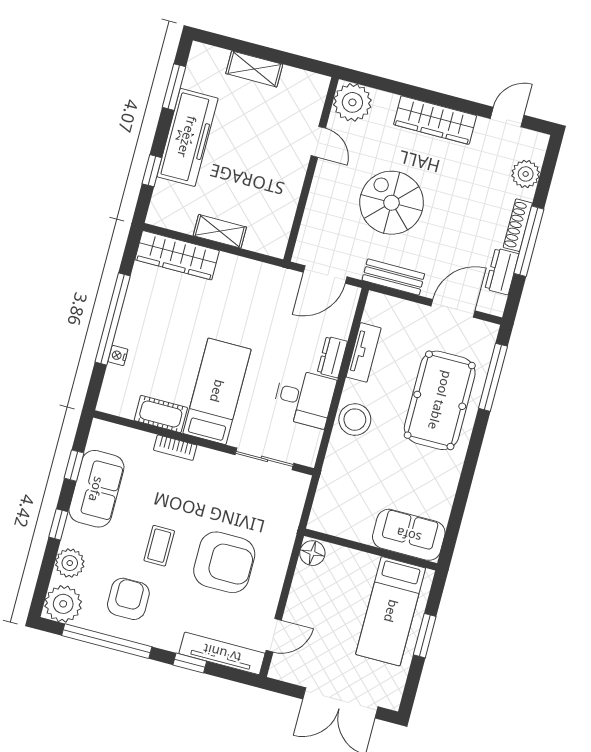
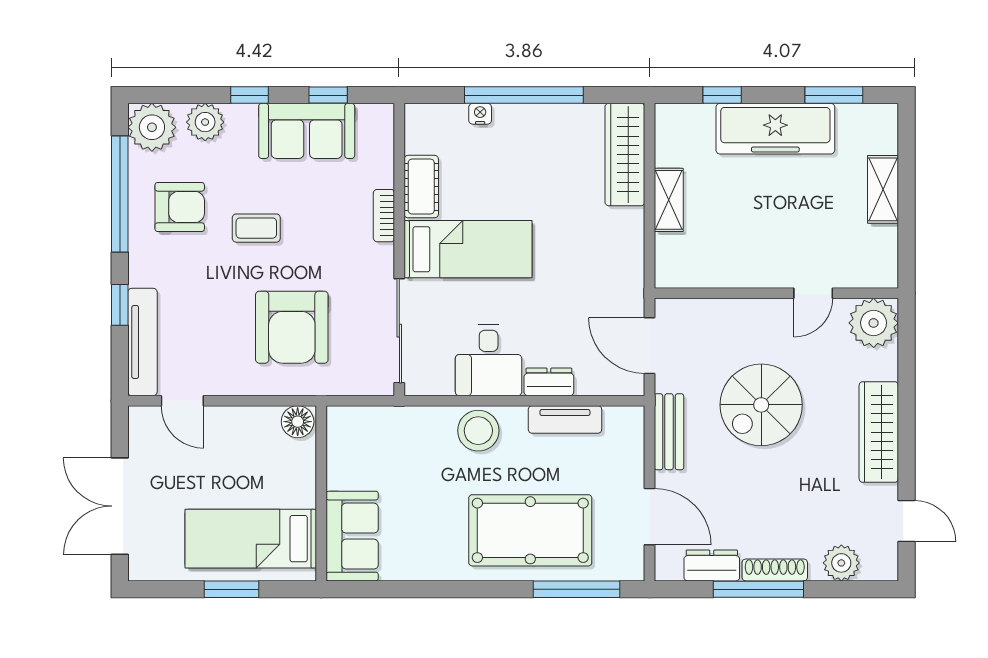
spiral stairs: (392, 203) -> (761, 405), turned 180
sliding door: (264, 459) -> (399, 331), width x1.37
armchair: (224, 562) -> (292, 327), moved

